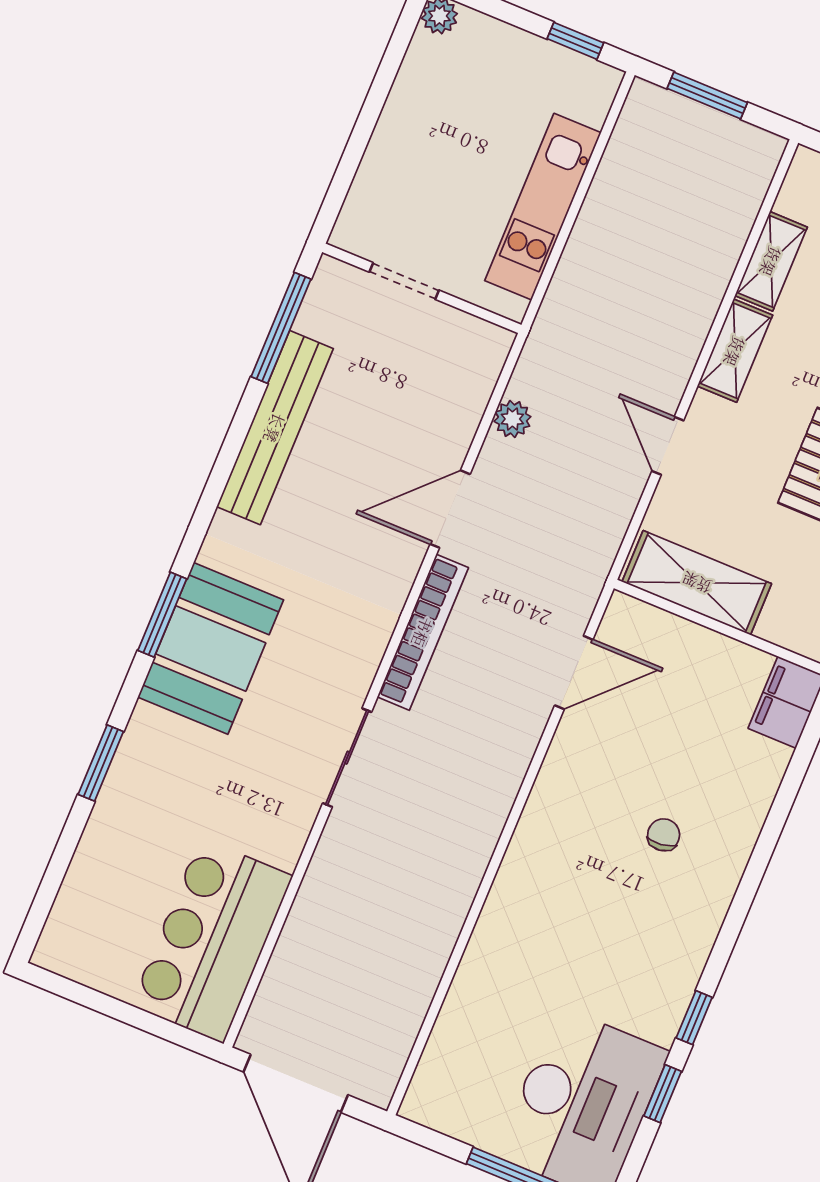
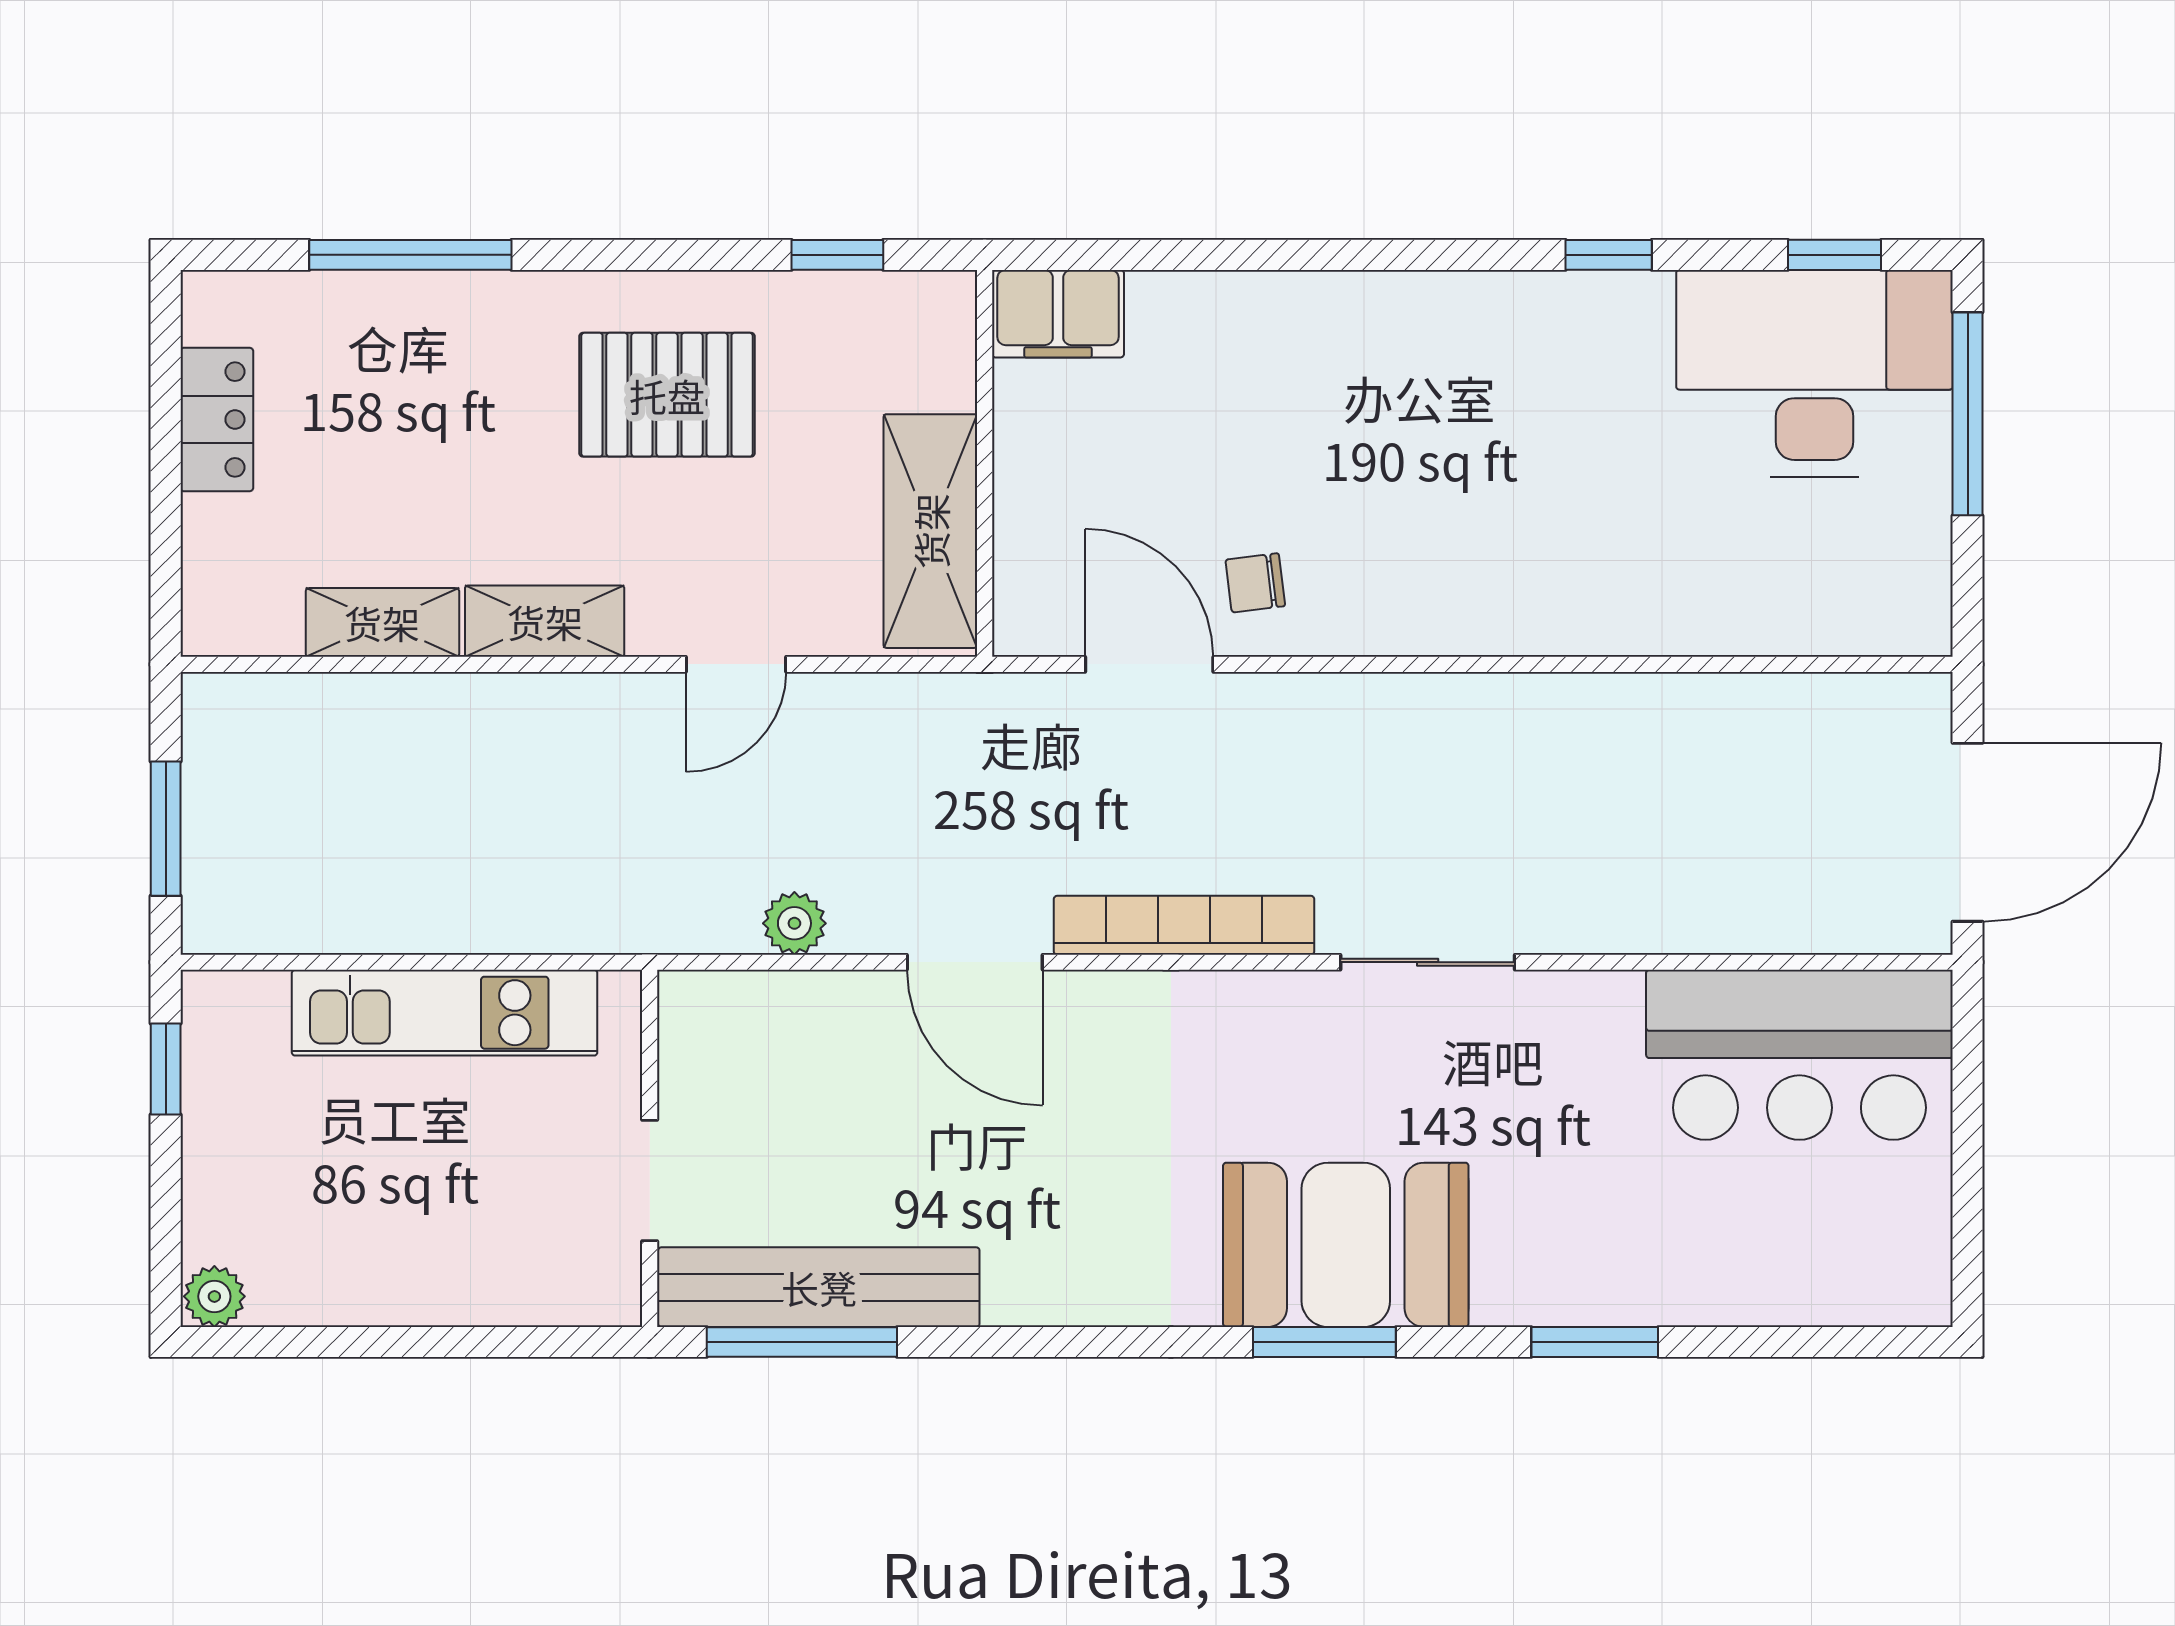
bench: (275, 428) -> (819, 1287), moved
chair: (664, 835) -> (1255, 583), moved
window: (663, 1094) -> (1834, 255), moved

